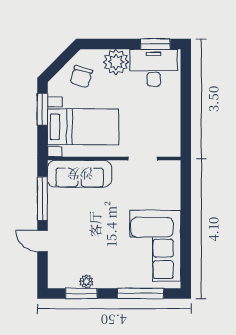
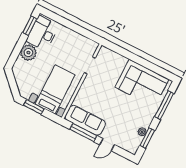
chair: (81, 77) -> (27, 76), removed
sofa: (80, 174) -> (85, 120), moved, turned -90

